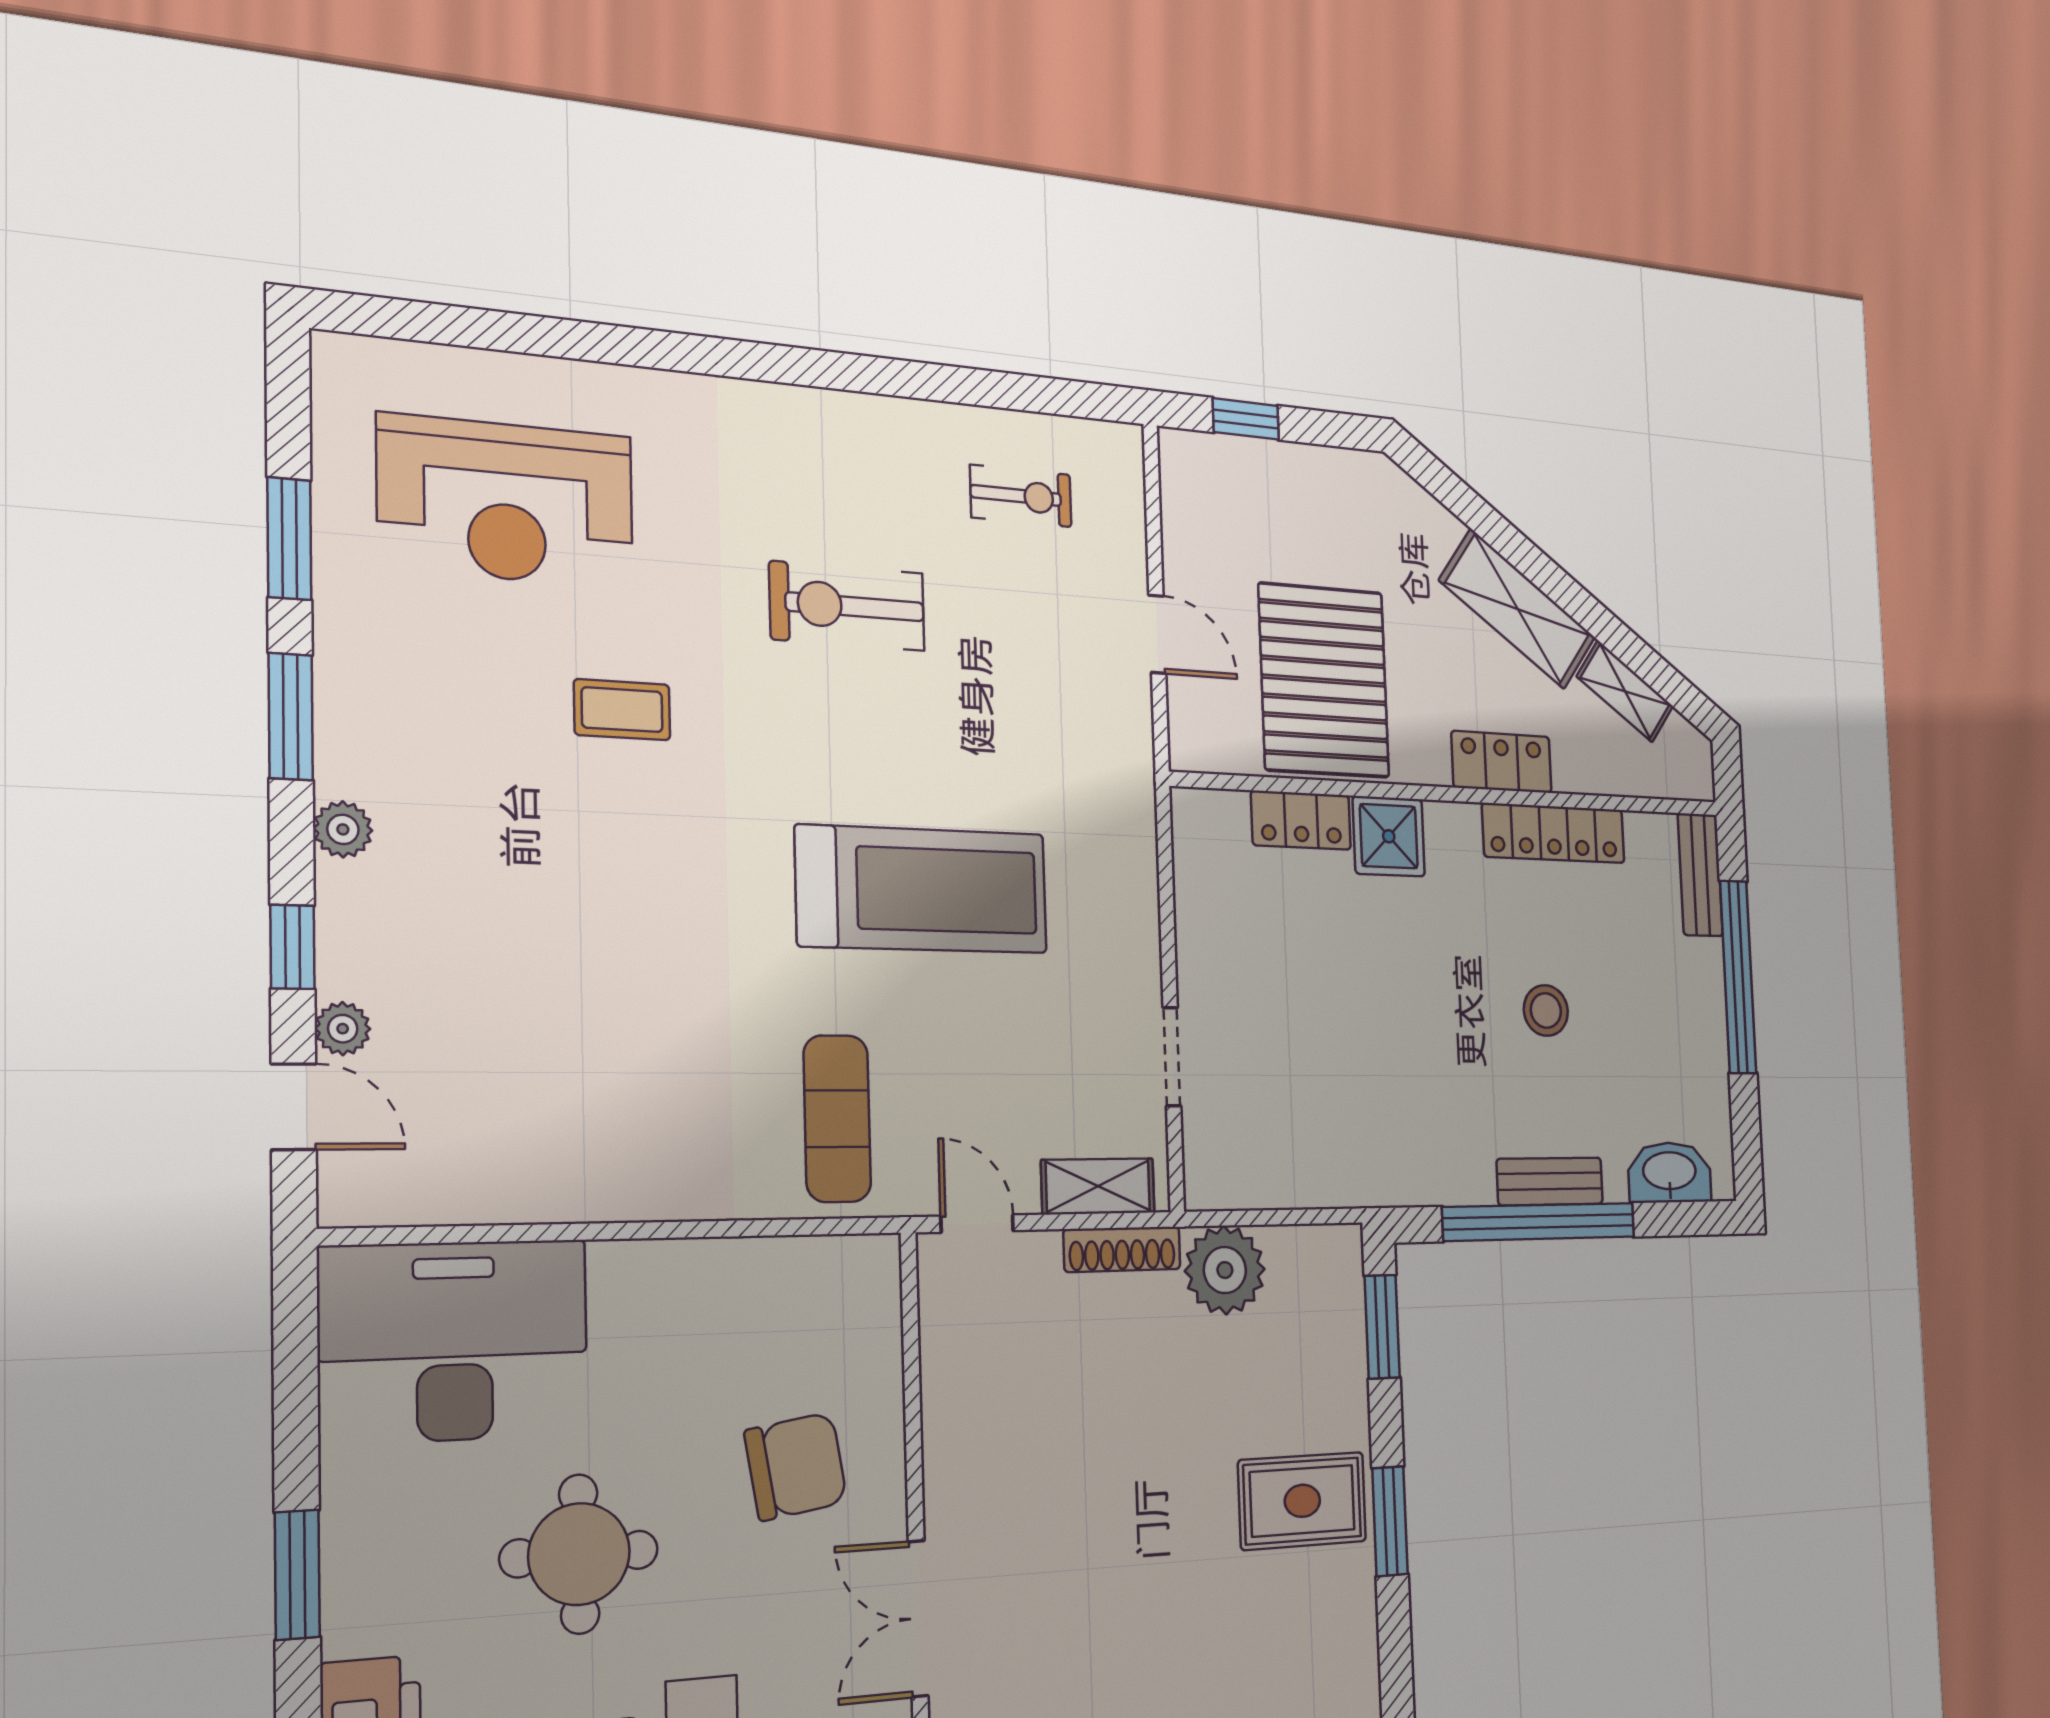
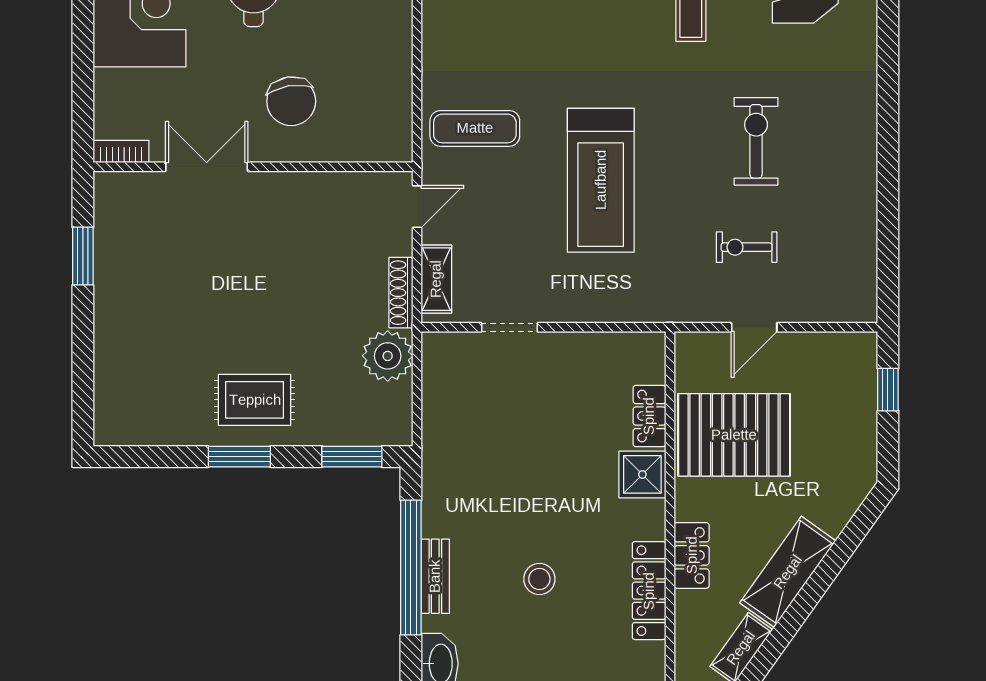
exercise bike: (1021, 496) -> (747, 247), moved, turned 90
rug: (1302, 1501) -> (255, 400), turned 90

